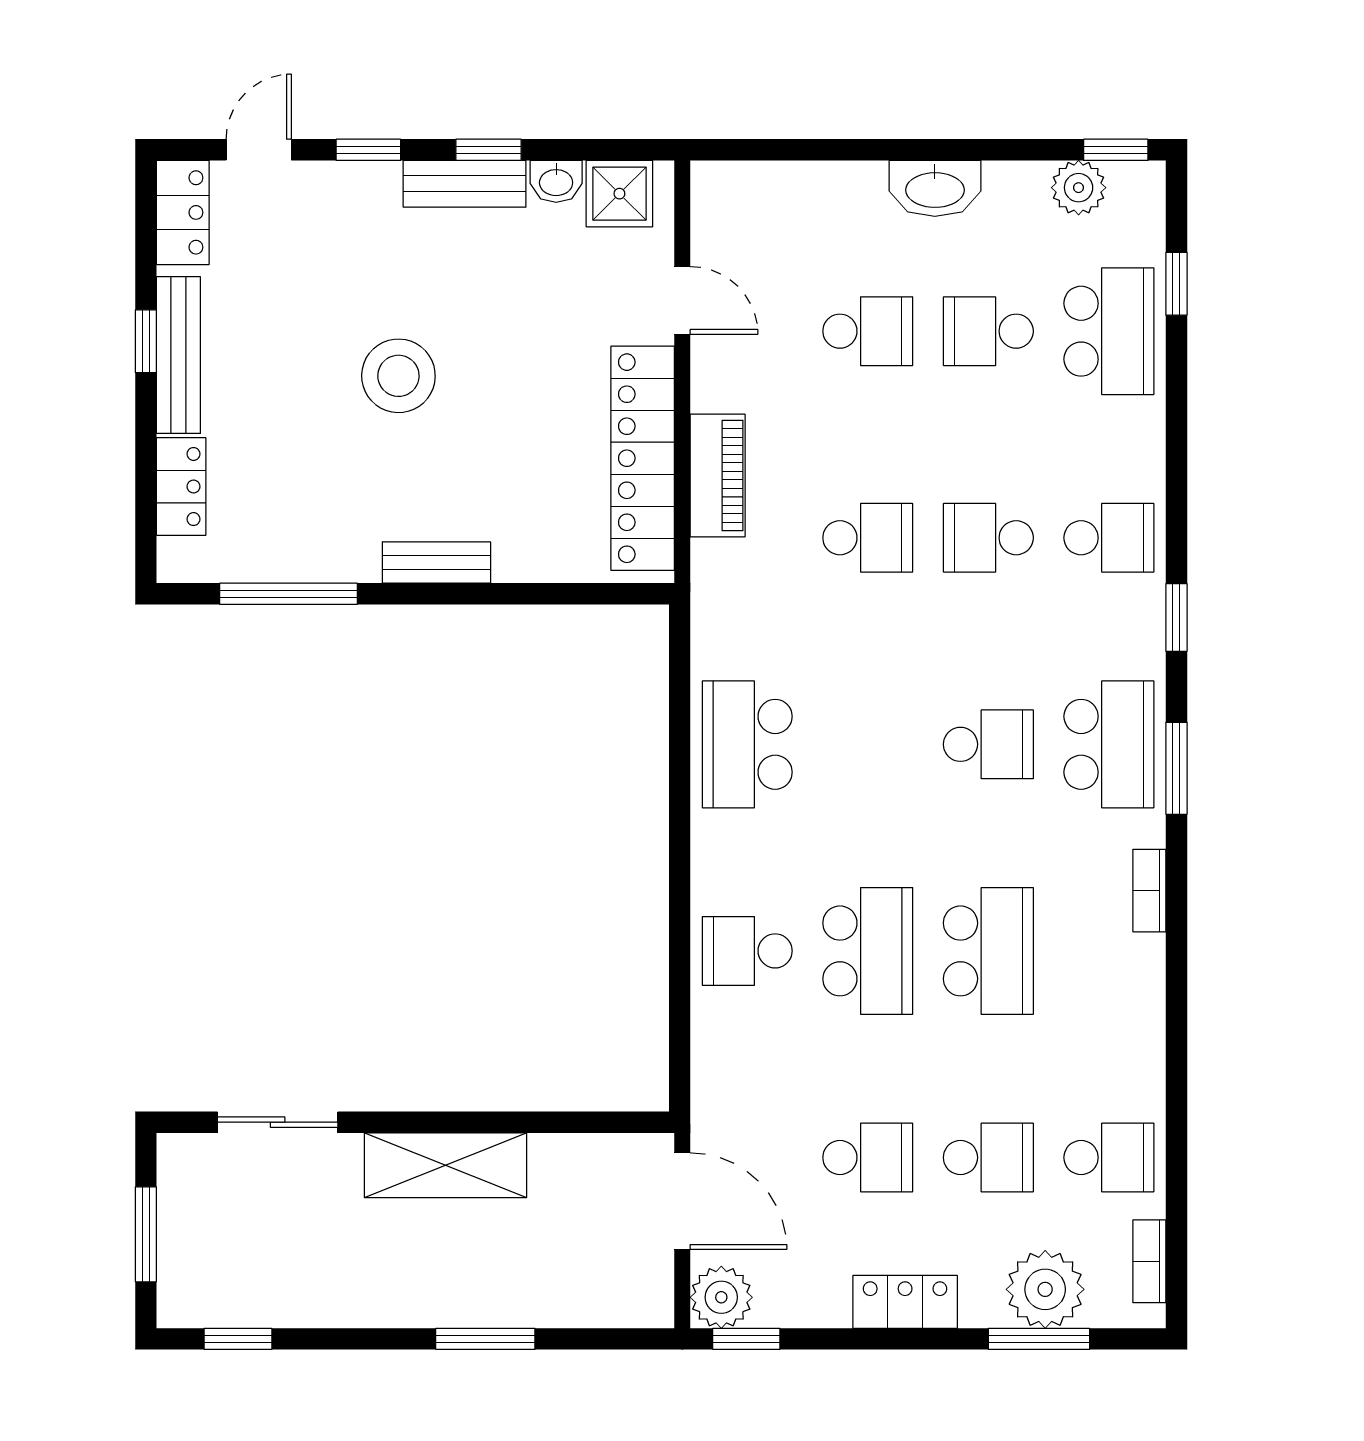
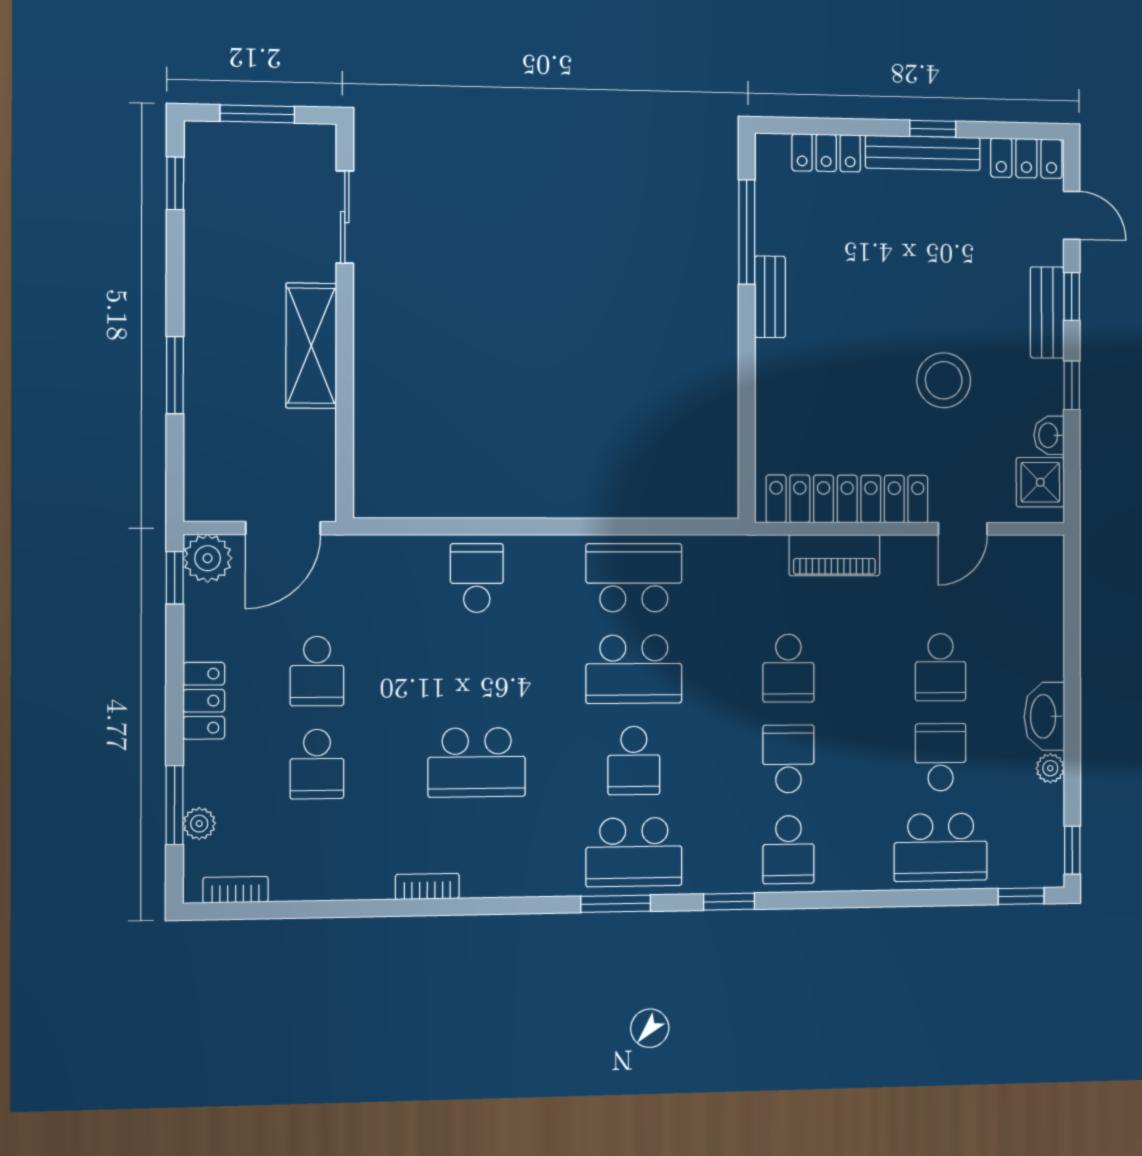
bench: (465, 184) -> (1047, 312), moved
plant: (1079, 188) -> (1050, 768), moved, width x0.73, depth x0.73
window: (1176, 284) -> (1021, 896), moved
stool: (398, 376) -> (944, 380), moved
bench: (436, 562) -> (770, 297), moved
bookcase: (1149, 891) -> (427, 886), moved
school desk: (868, 951) -> (634, 669), moved
school desk: (1109, 1158) -> (317, 857), removed
plant: (1045, 1289) -> (199, 824), width x0.53, depth x0.53

